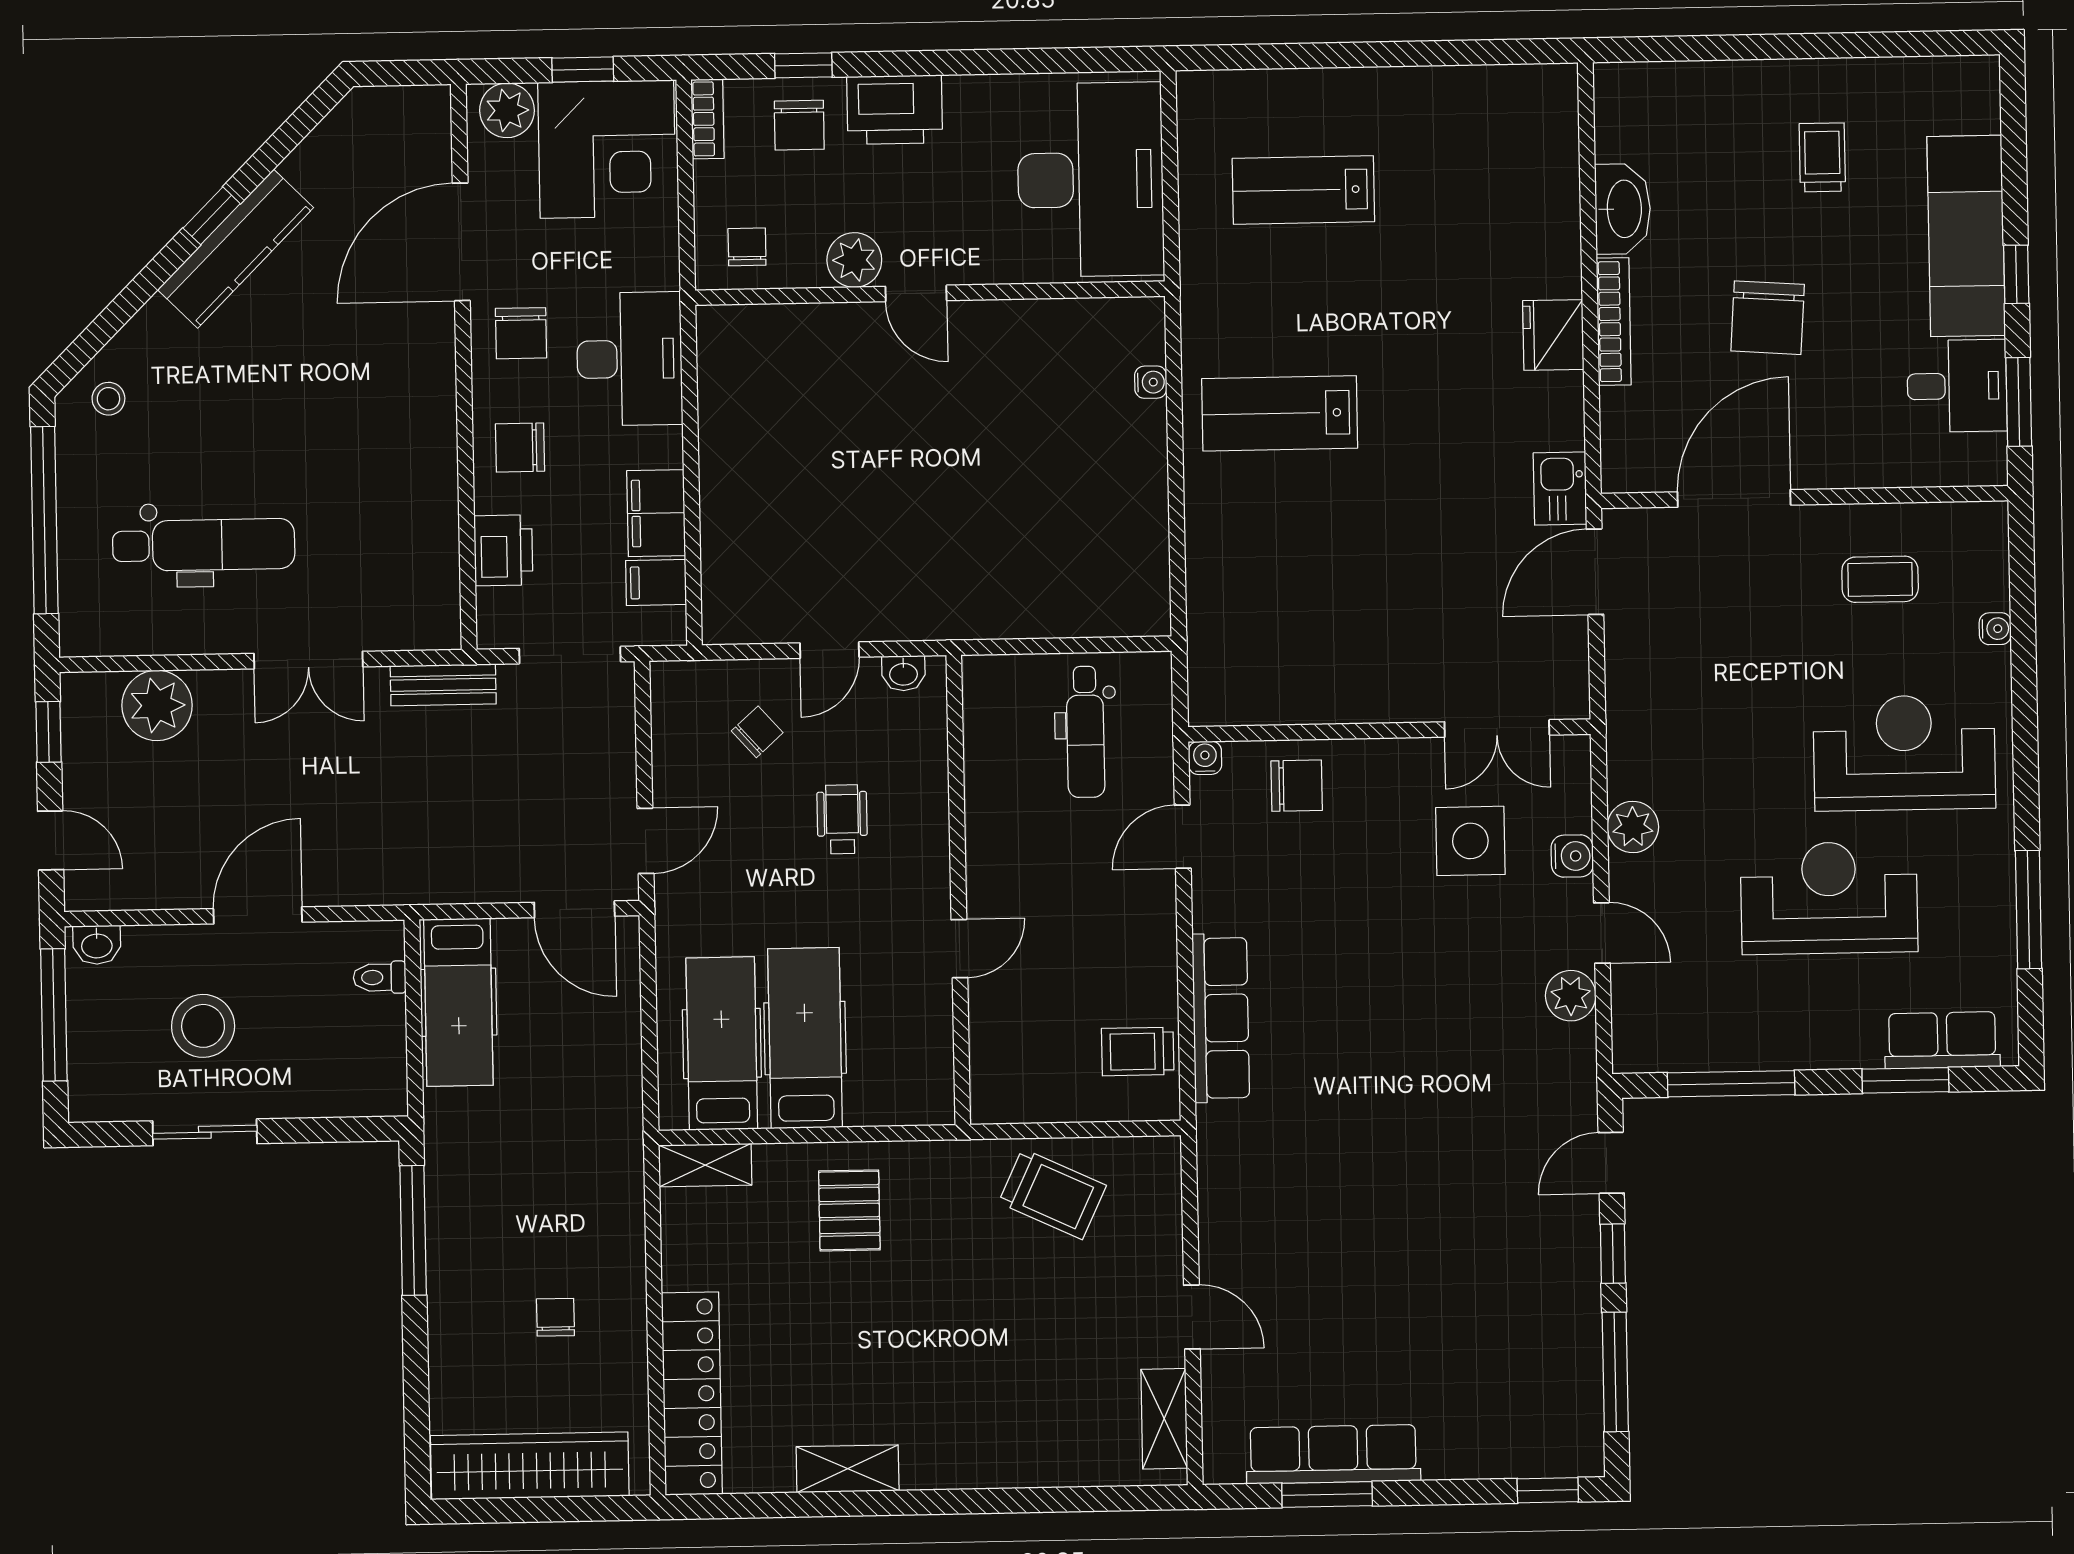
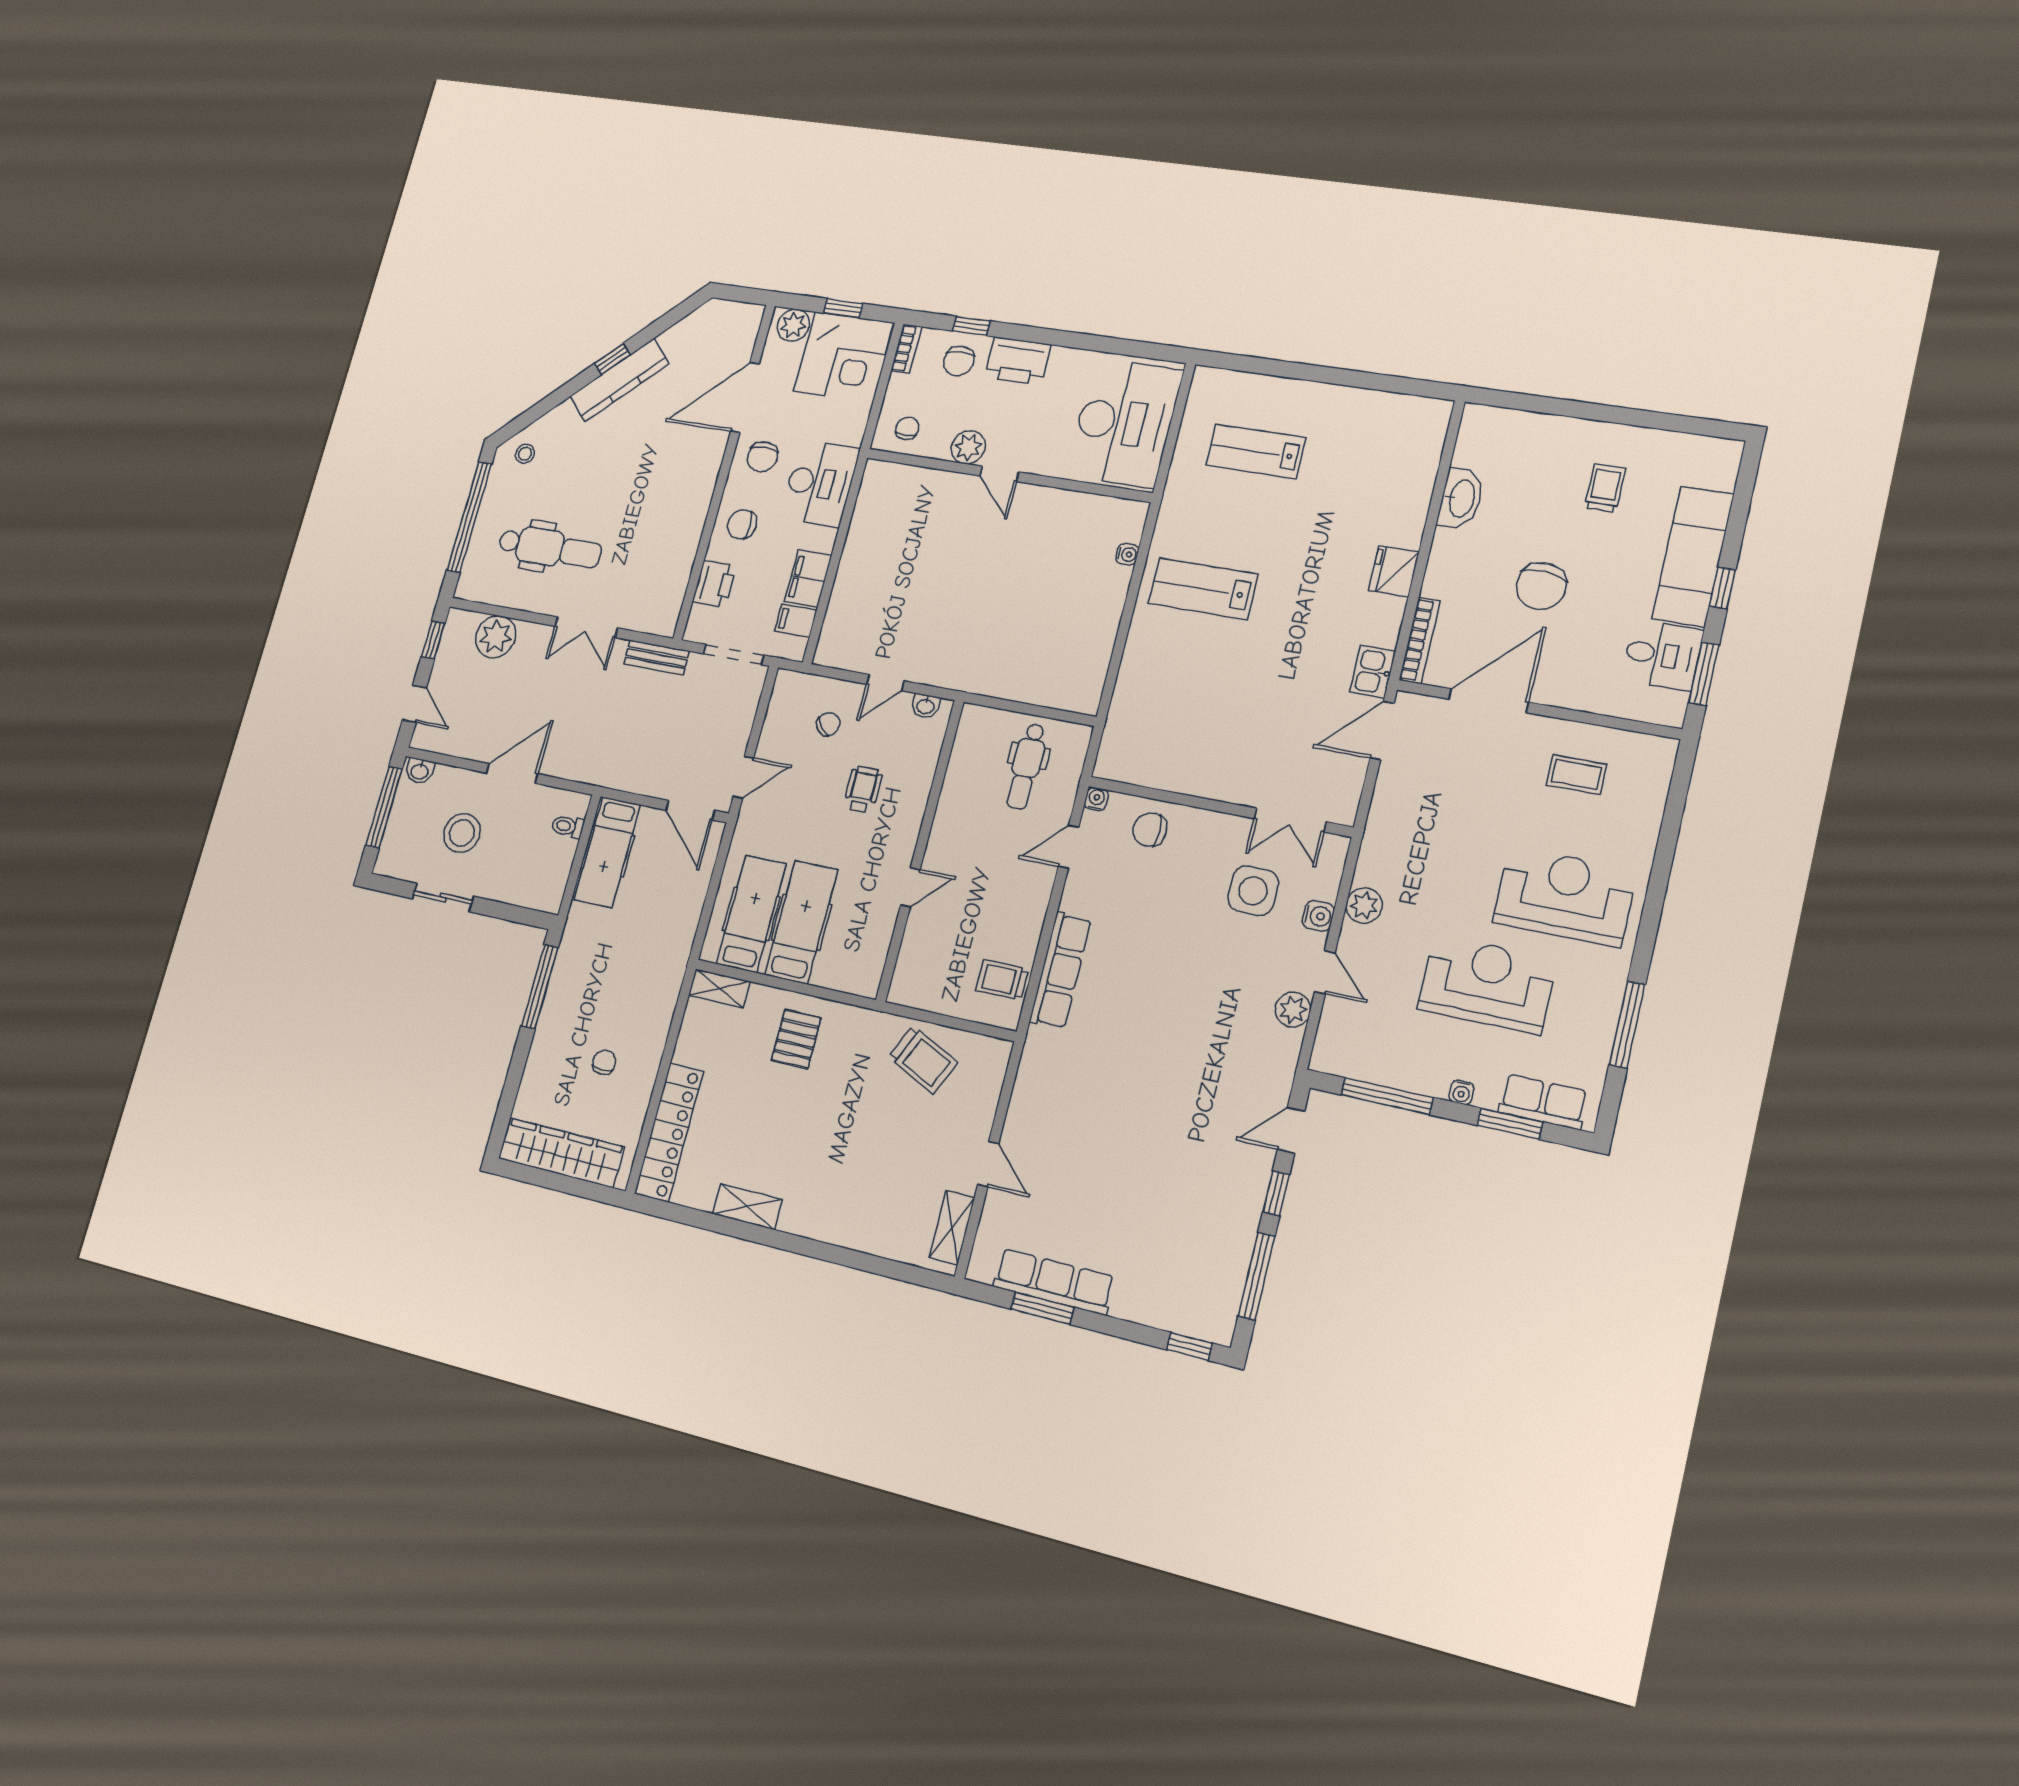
bookcase: (1614, 322) -> (1420, 640), moved
water cooler: (1995, 629) -> (1462, 1092), moved, turned 90
chair: (1297, 786) -> (1150, 830), turned 180

